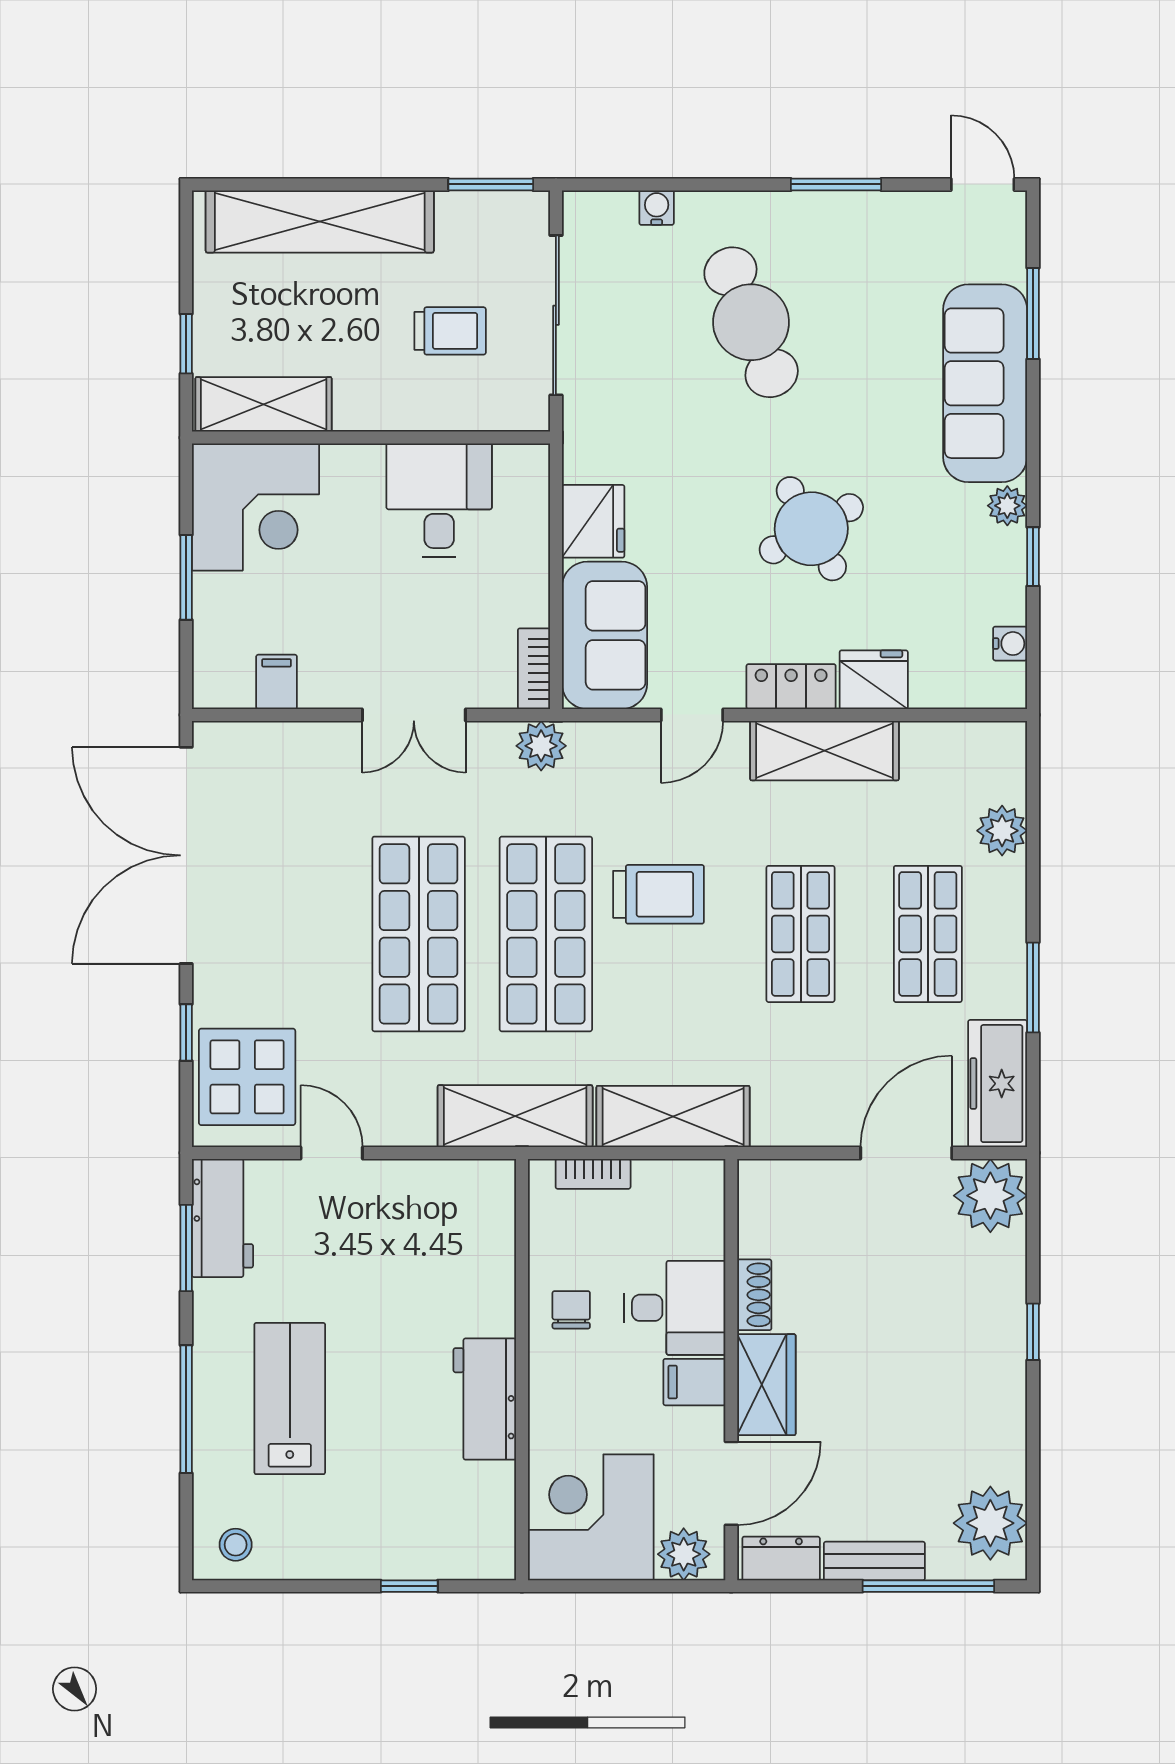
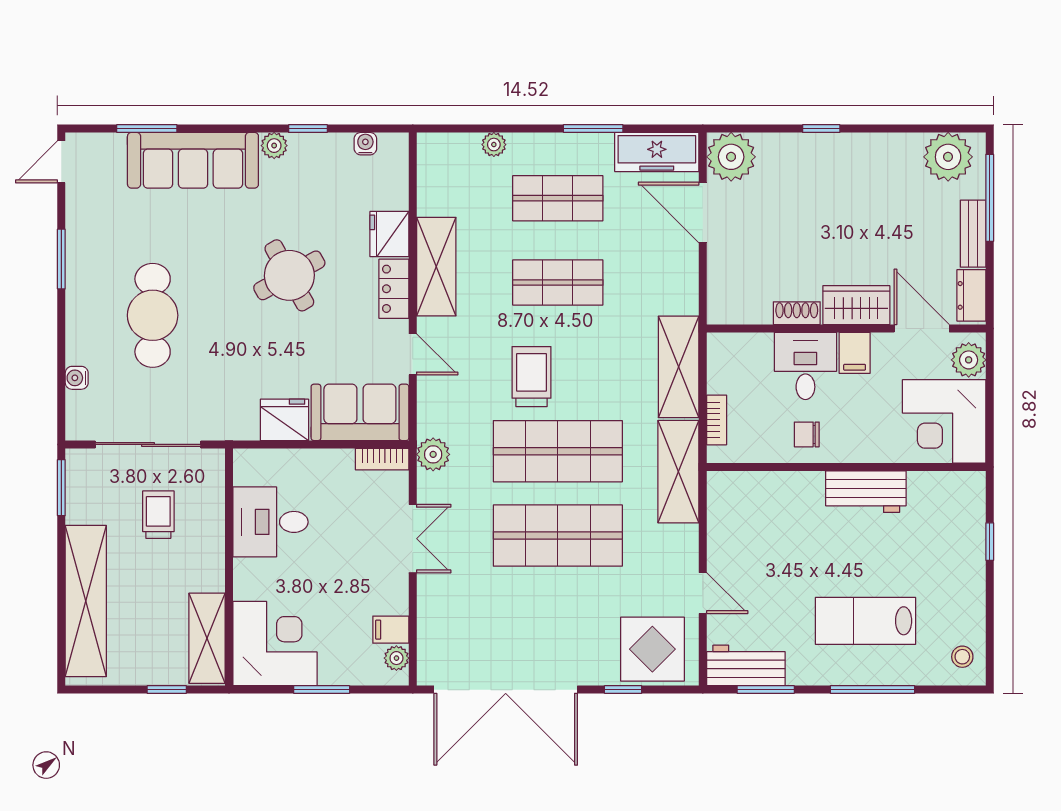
cafe table: (751, 322) -> (153, 315), turned -68
plant: (234, 690) -> (396, 658), added
plant: (1002, 831) -> (494, 145), width x0.73, depth x0.73
door: (332, 1153) -> (703, 593), swing flipped

